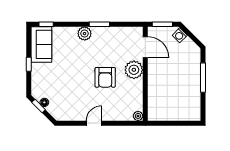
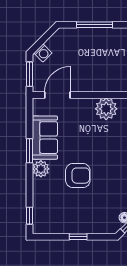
sofa: (41, 44) -> (45, 138), moved, turned 90
plant: (134, 70) -> (106, 109), moved
armchair: (105, 77) -> (78, 176), moved

